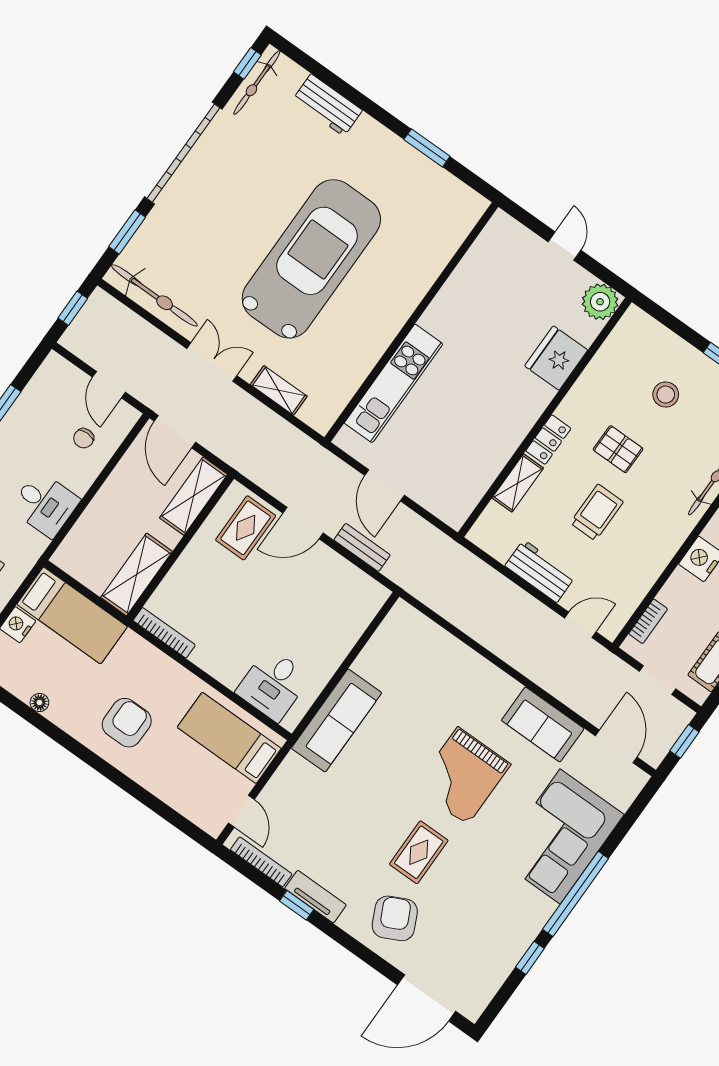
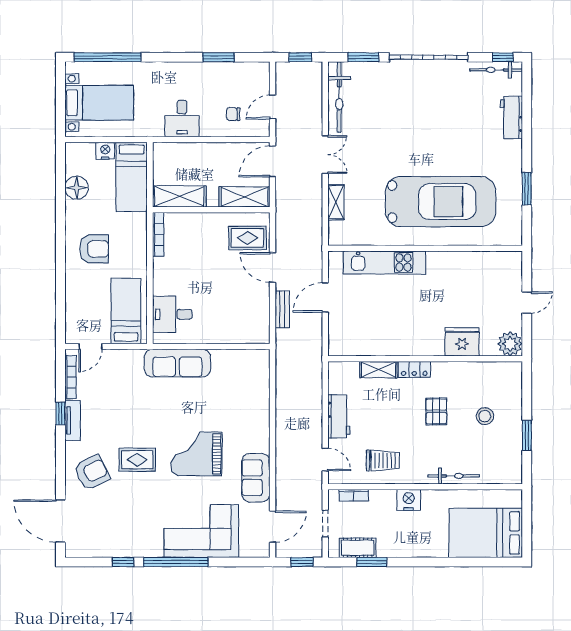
car: (311, 259) -> (441, 202), moved
trolley: (597, 512) -> (383, 461), moved
floor lamp: (39, 703) -> (77, 188), width x1.89, depth x1.89

